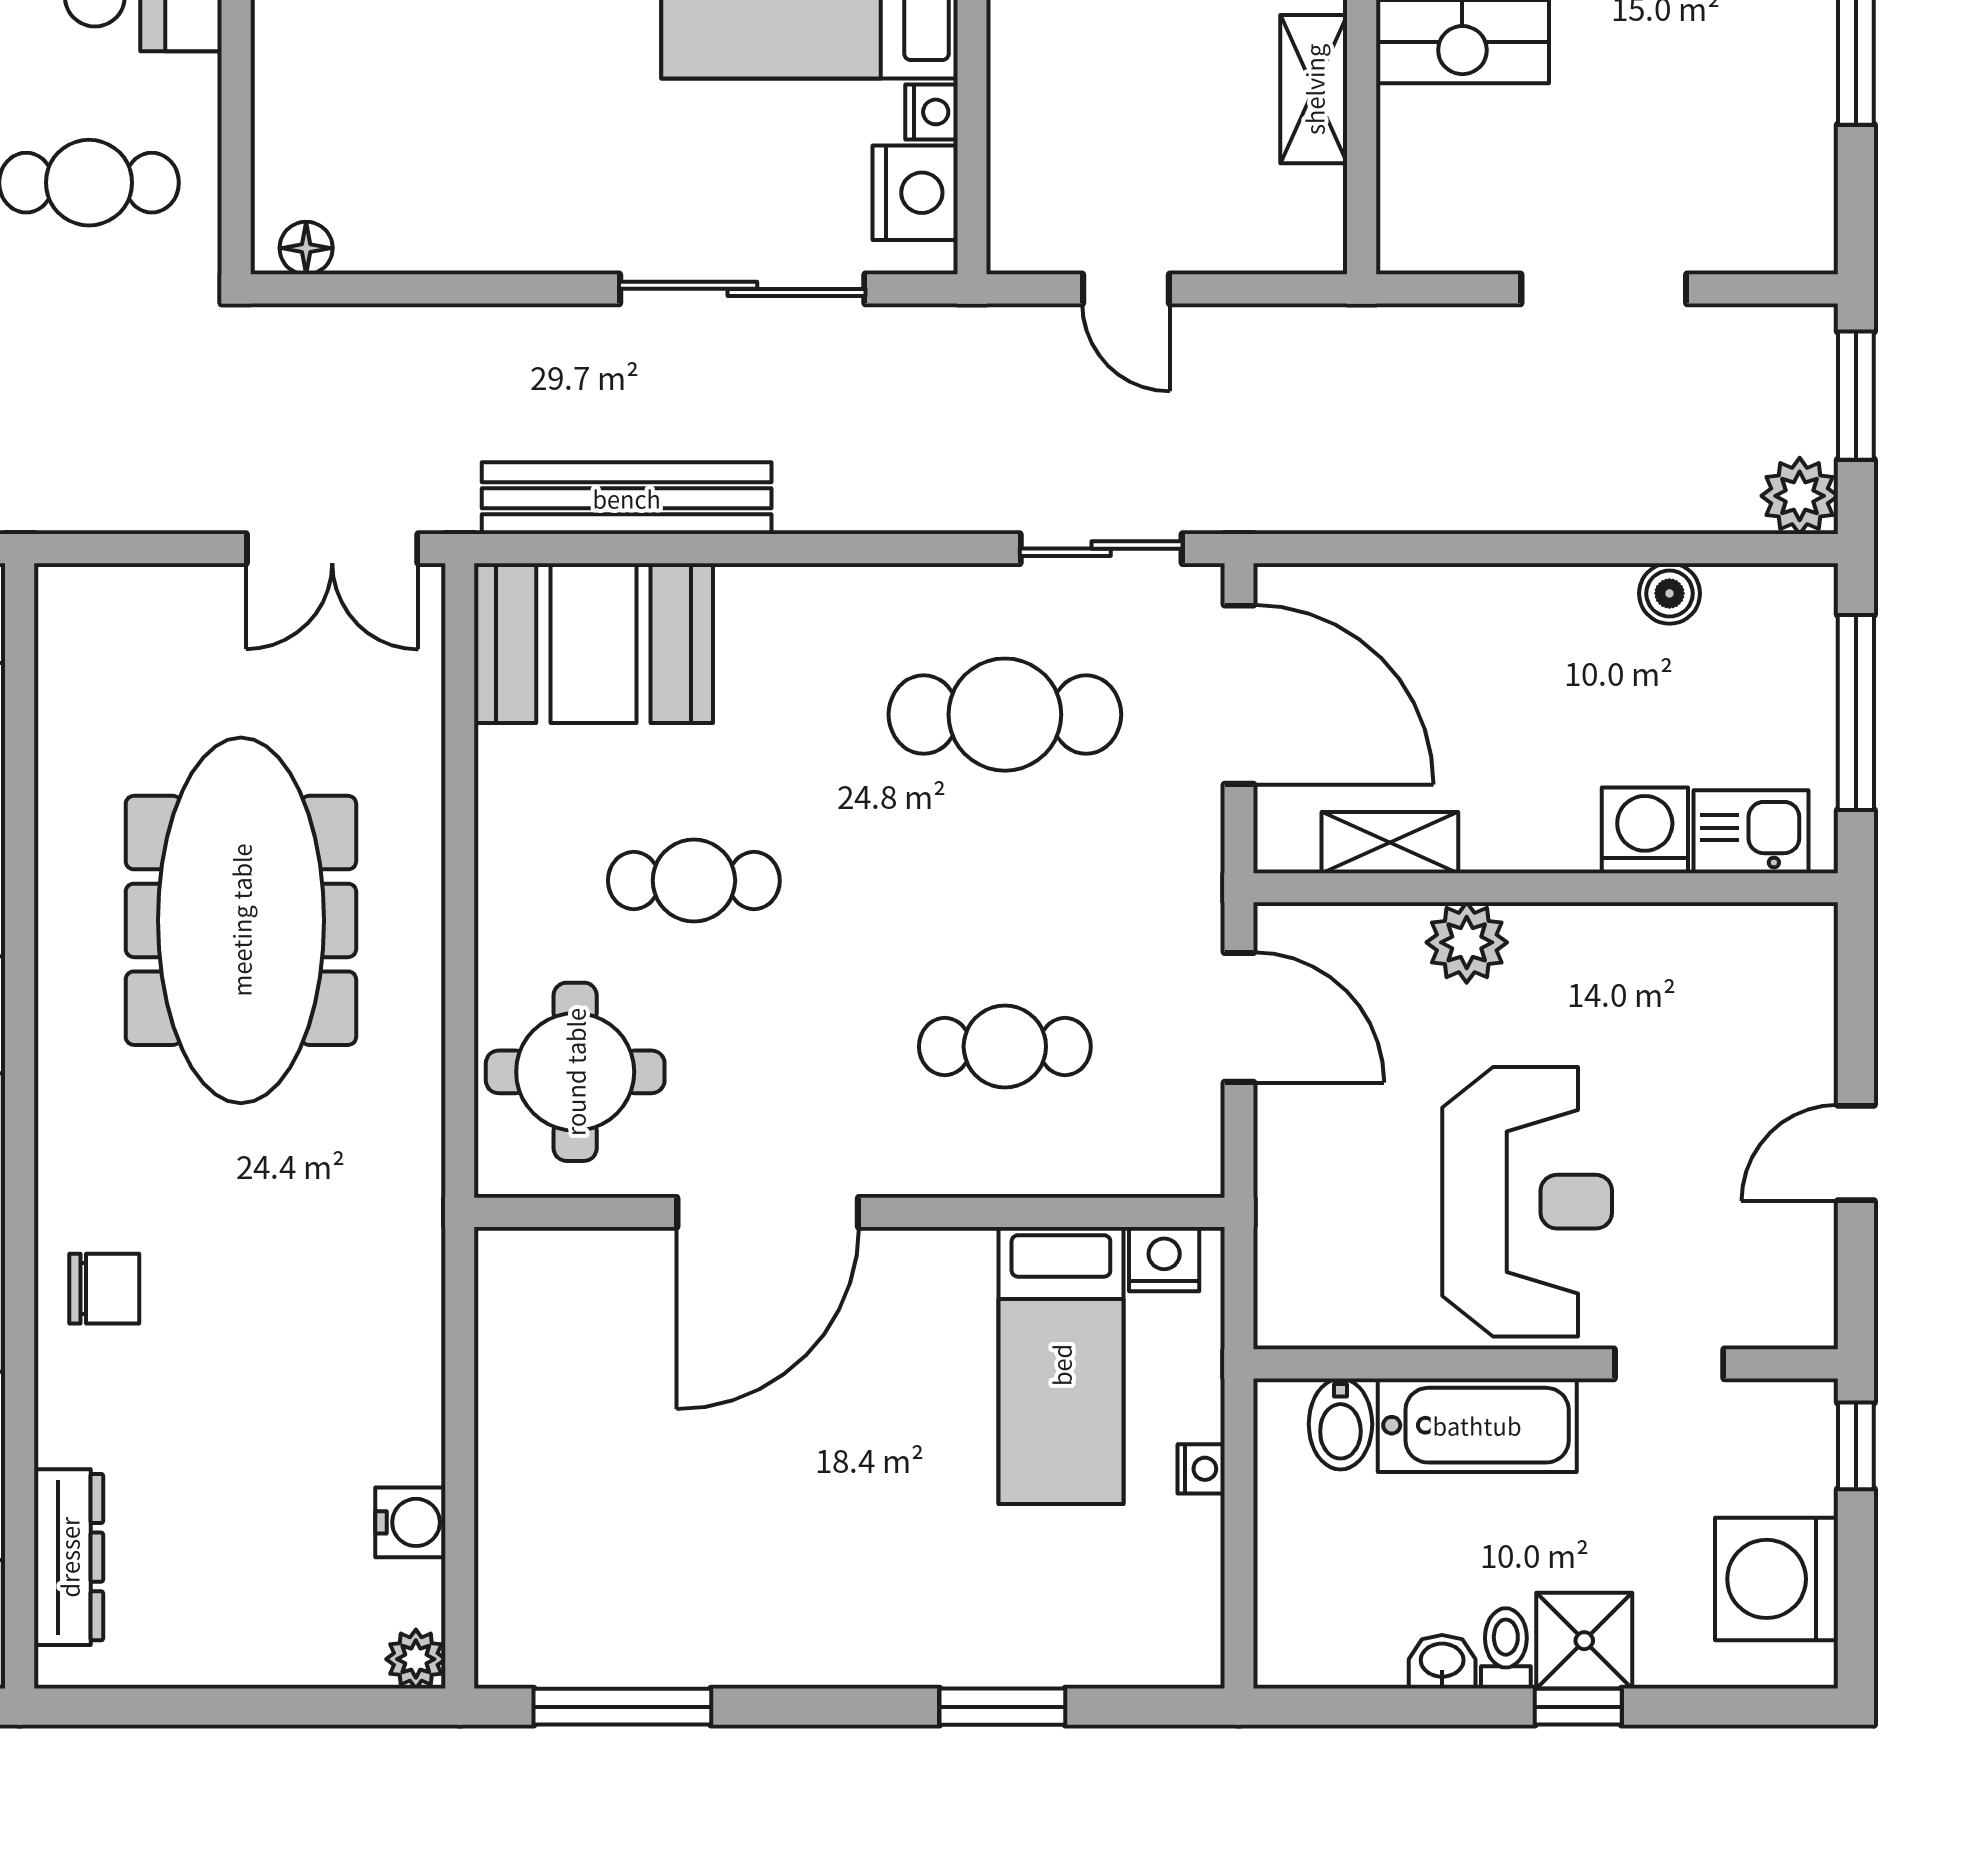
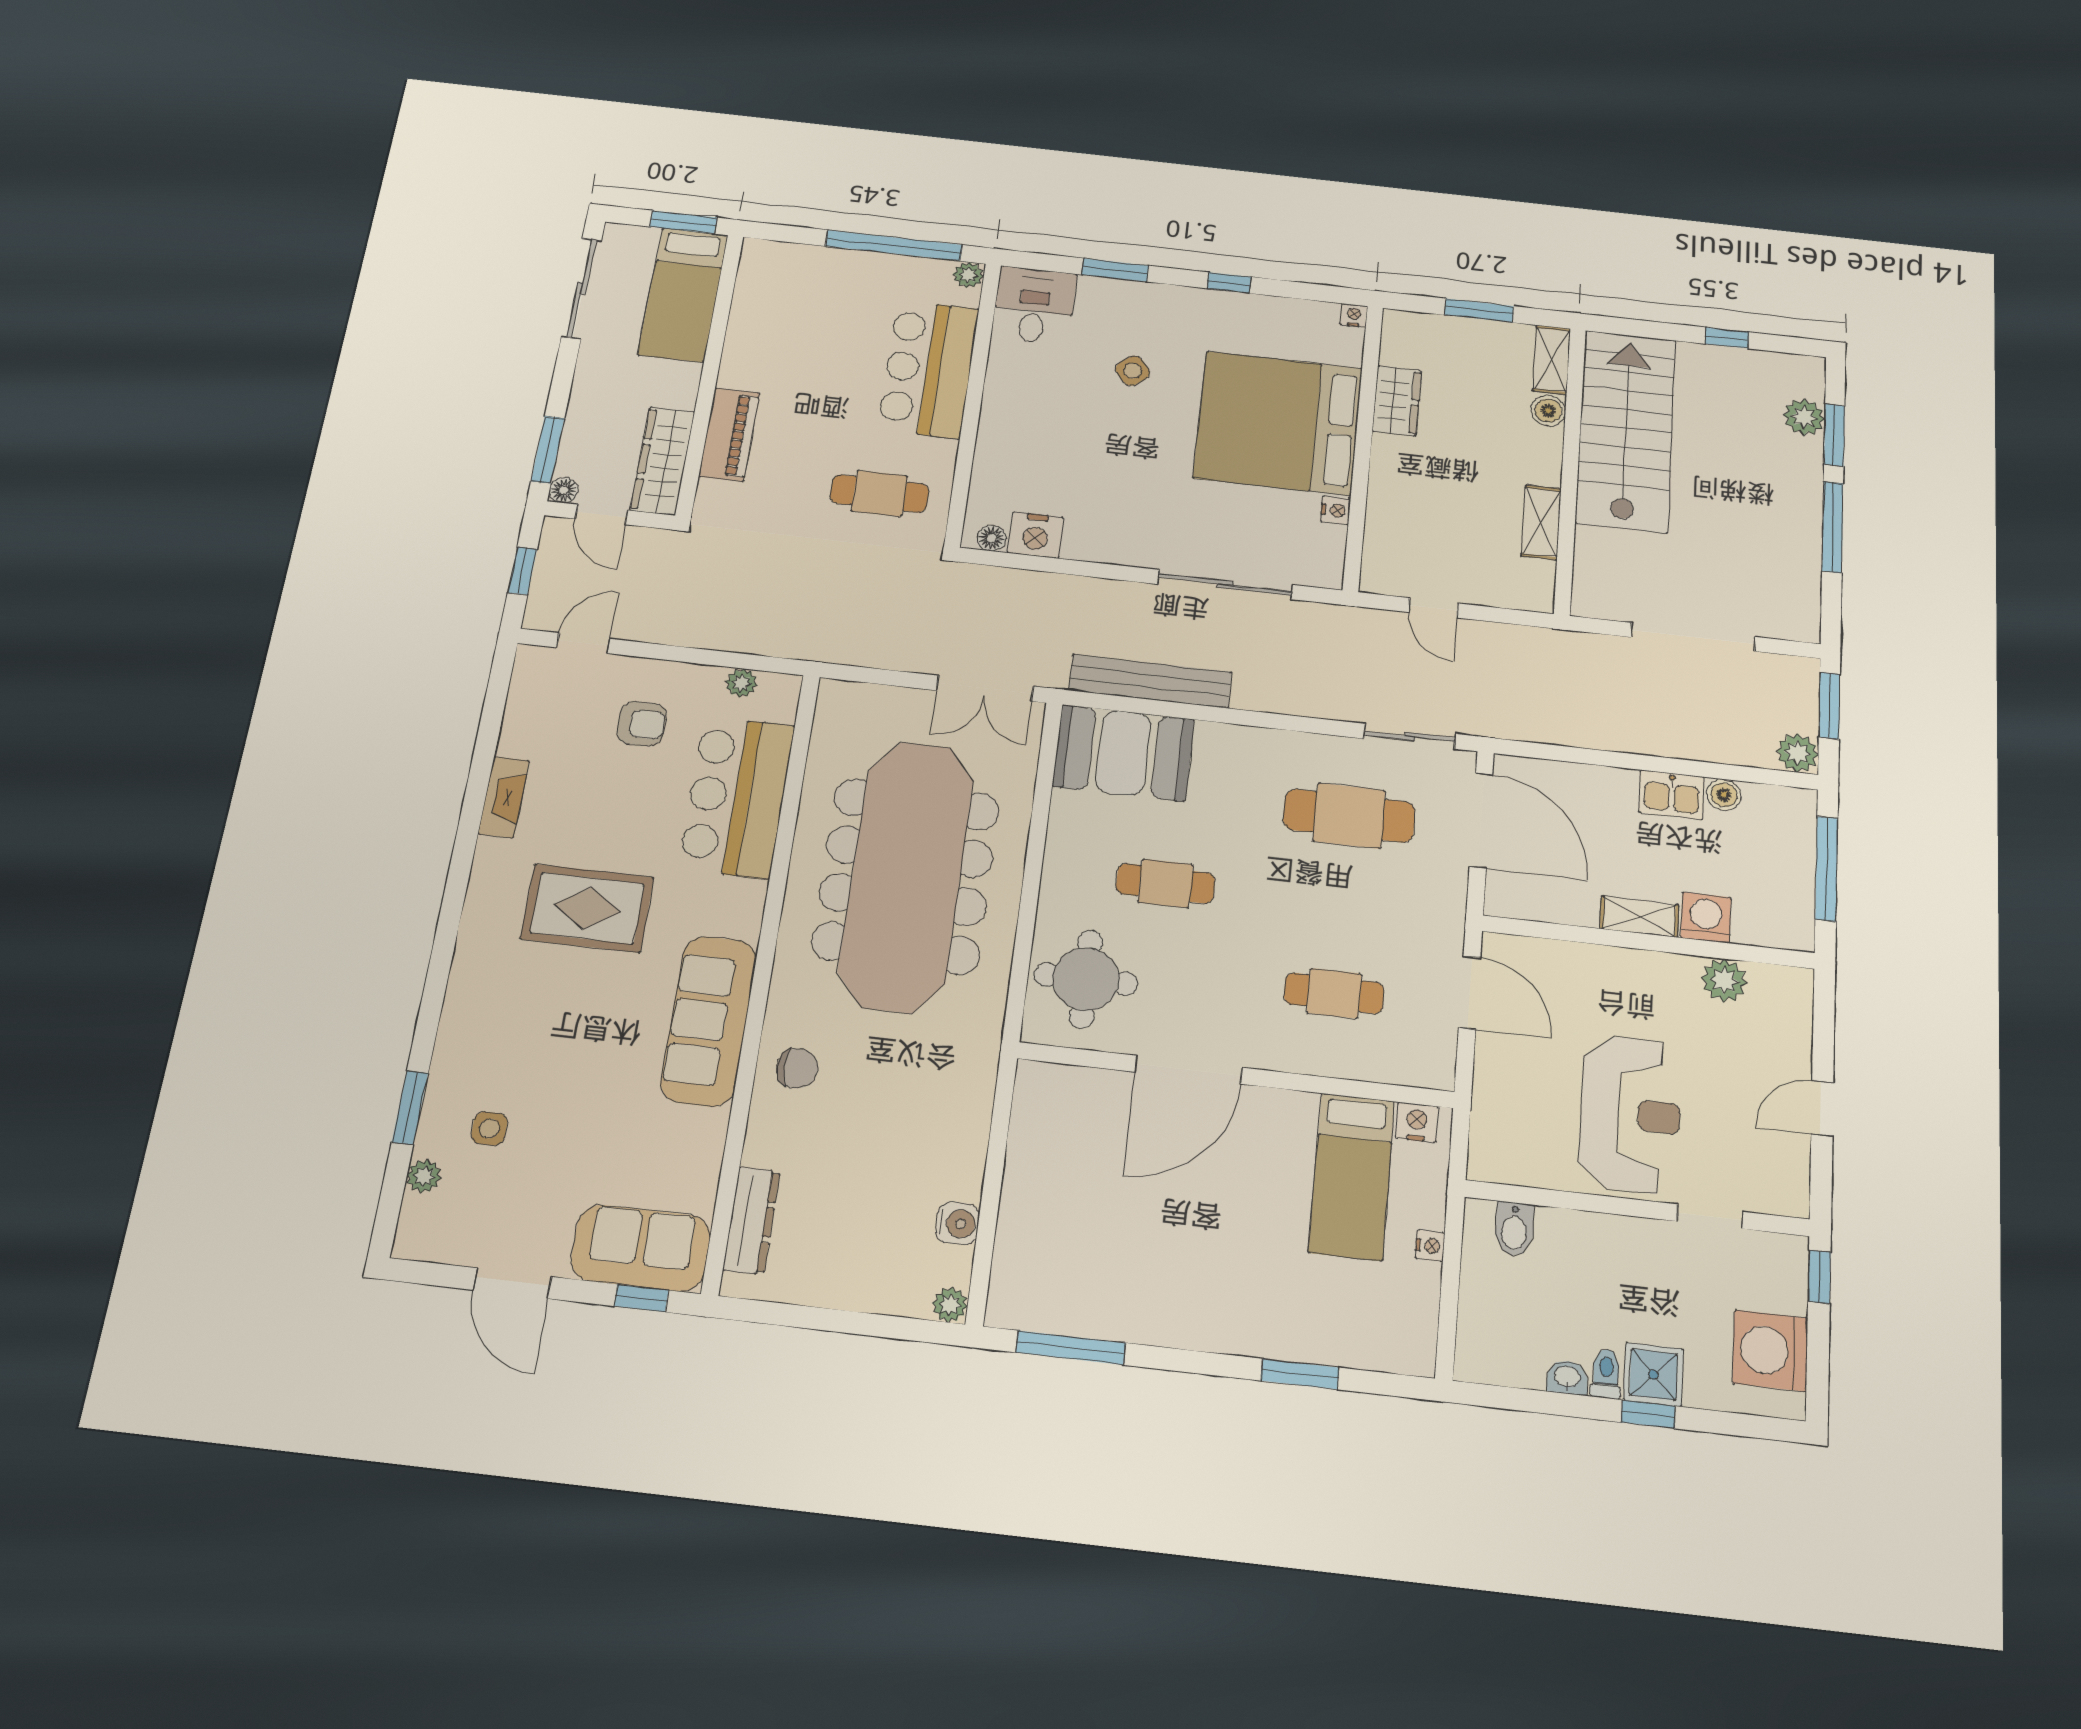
nightstand: (915, 193) -> (1036, 535), moved, turned 90
doorway: (1604, 289) -> (1693, 637), width x1.36
kitchen sink: (1751, 832) -> (1672, 795), moved, turned 180
shelving: (1390, 843) -> (1639, 917), moved
meeting table: (241, 920) -> (906, 876), width x1.36, depth x1.27
plant: (1467, 942) -> (1724, 980), moved
bathtub: (1477, 1425) -> (1595, 1239), removed

